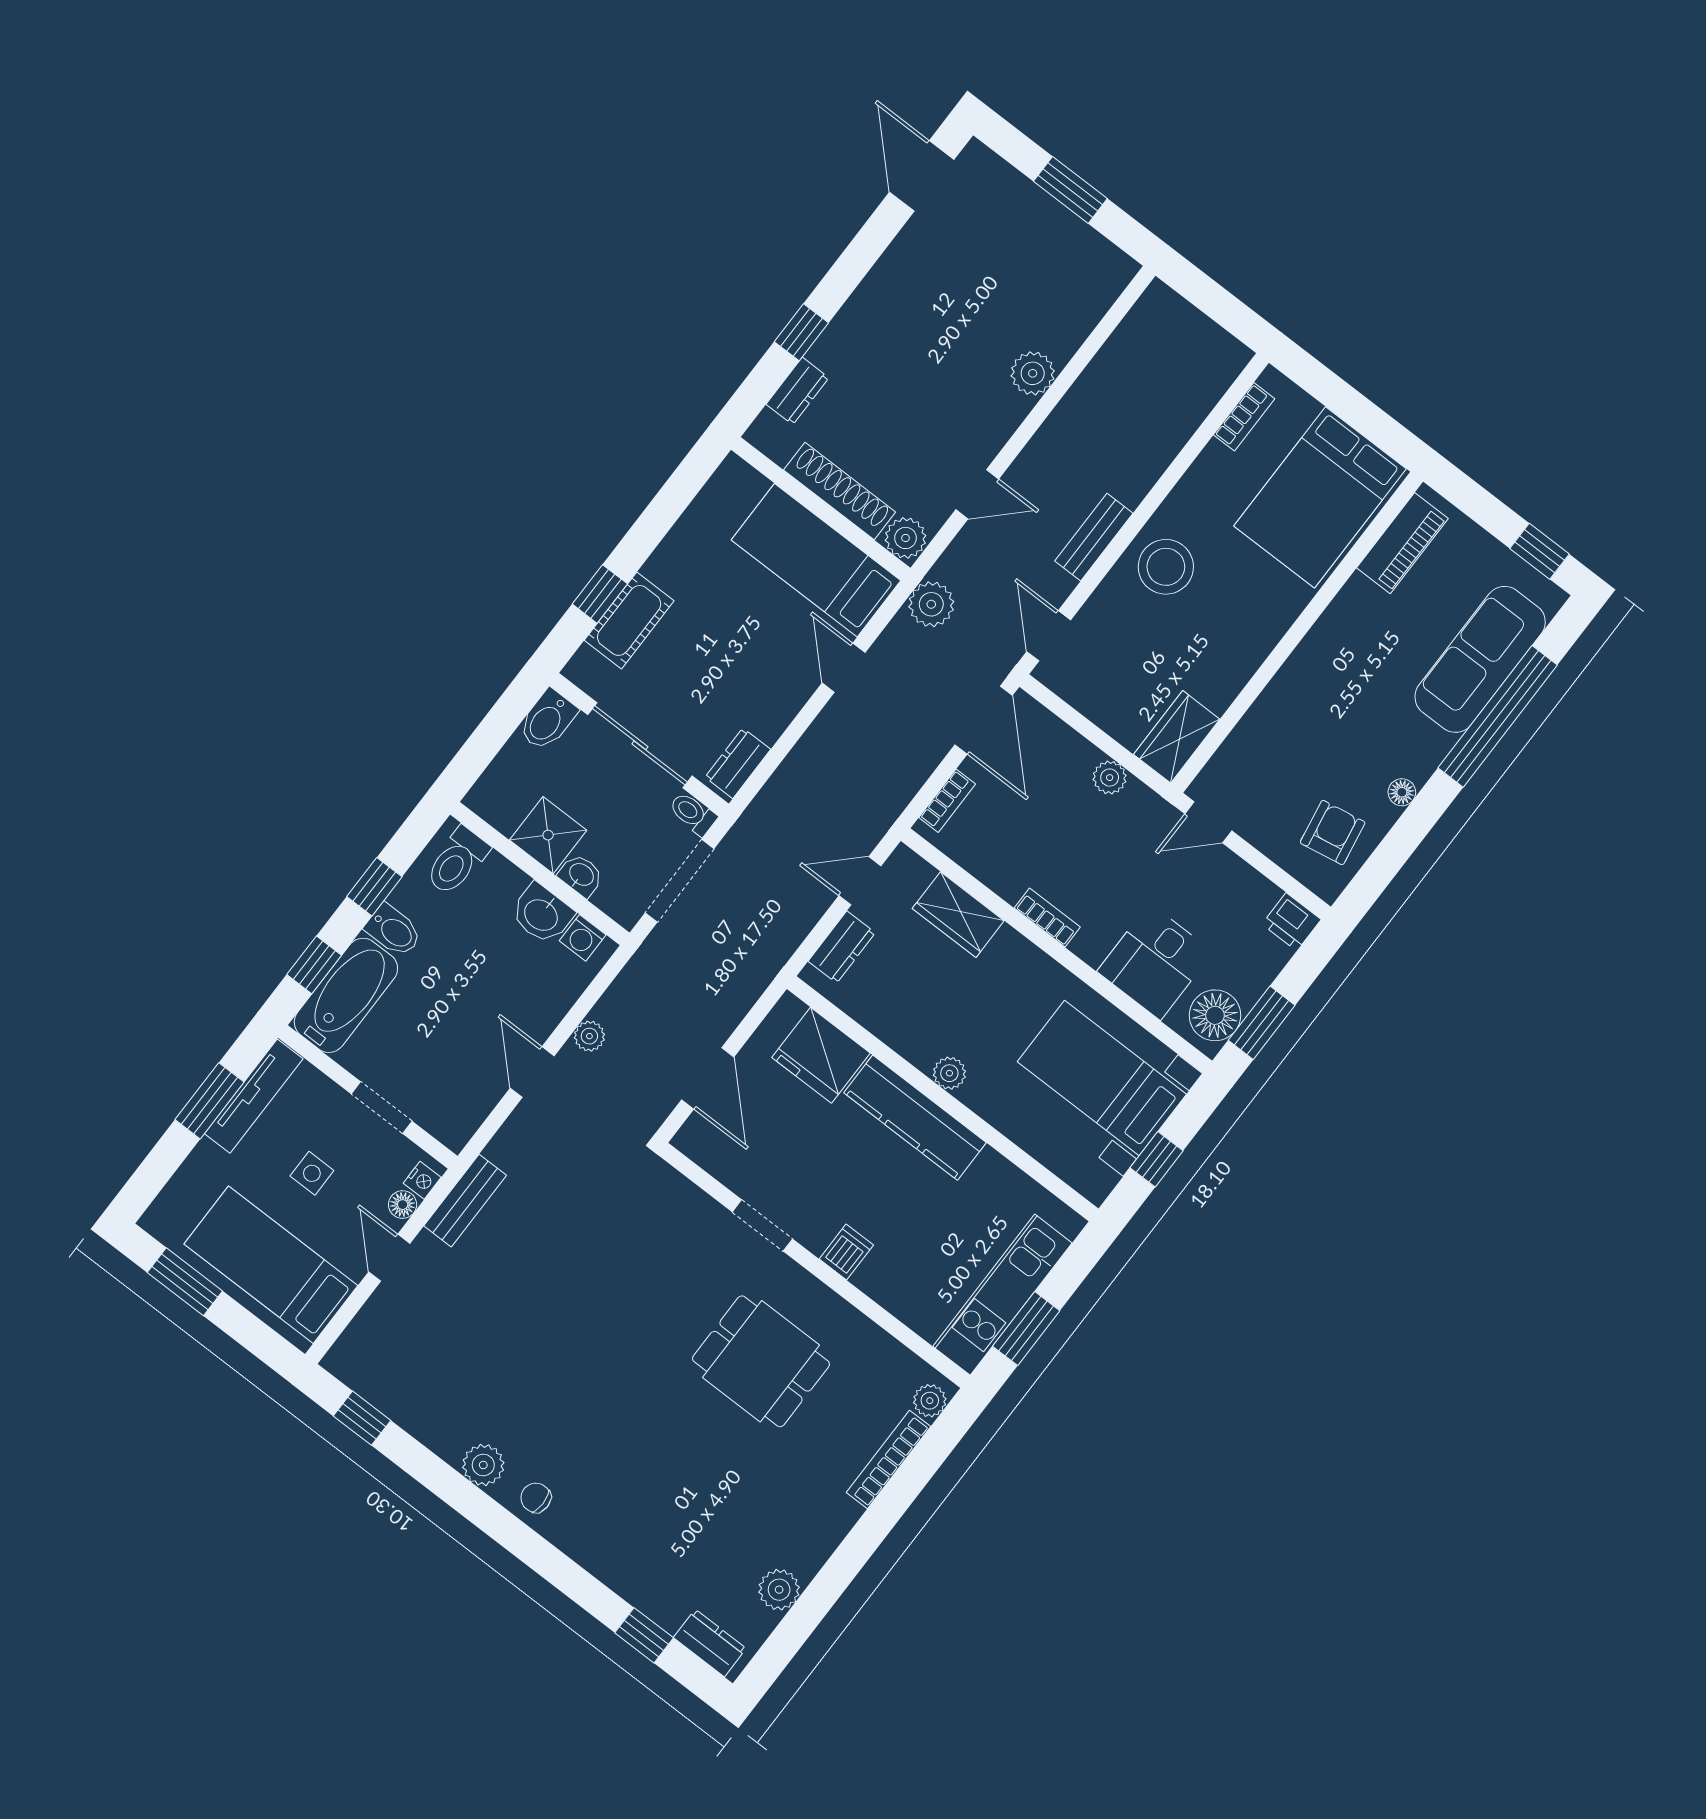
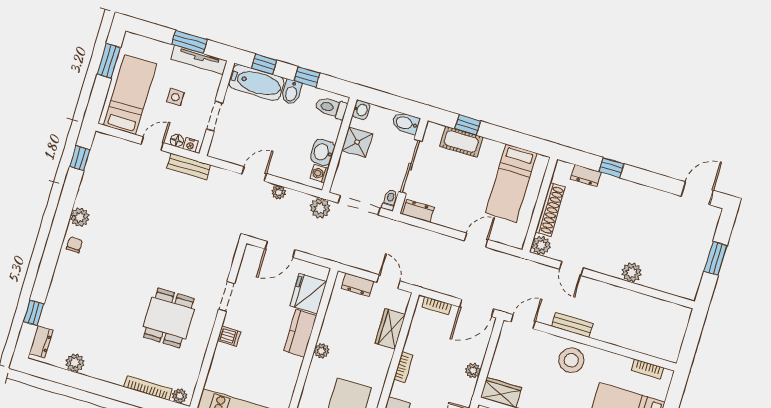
bed: (816, 560) -> (511, 183), moved, turned 180
plant: (931, 604) -> (320, 208), moved
washbasin: (581, 875) -> (361, 110), moved
kitchen counter: (915, 1118) -> (300, 333), width x0.67

